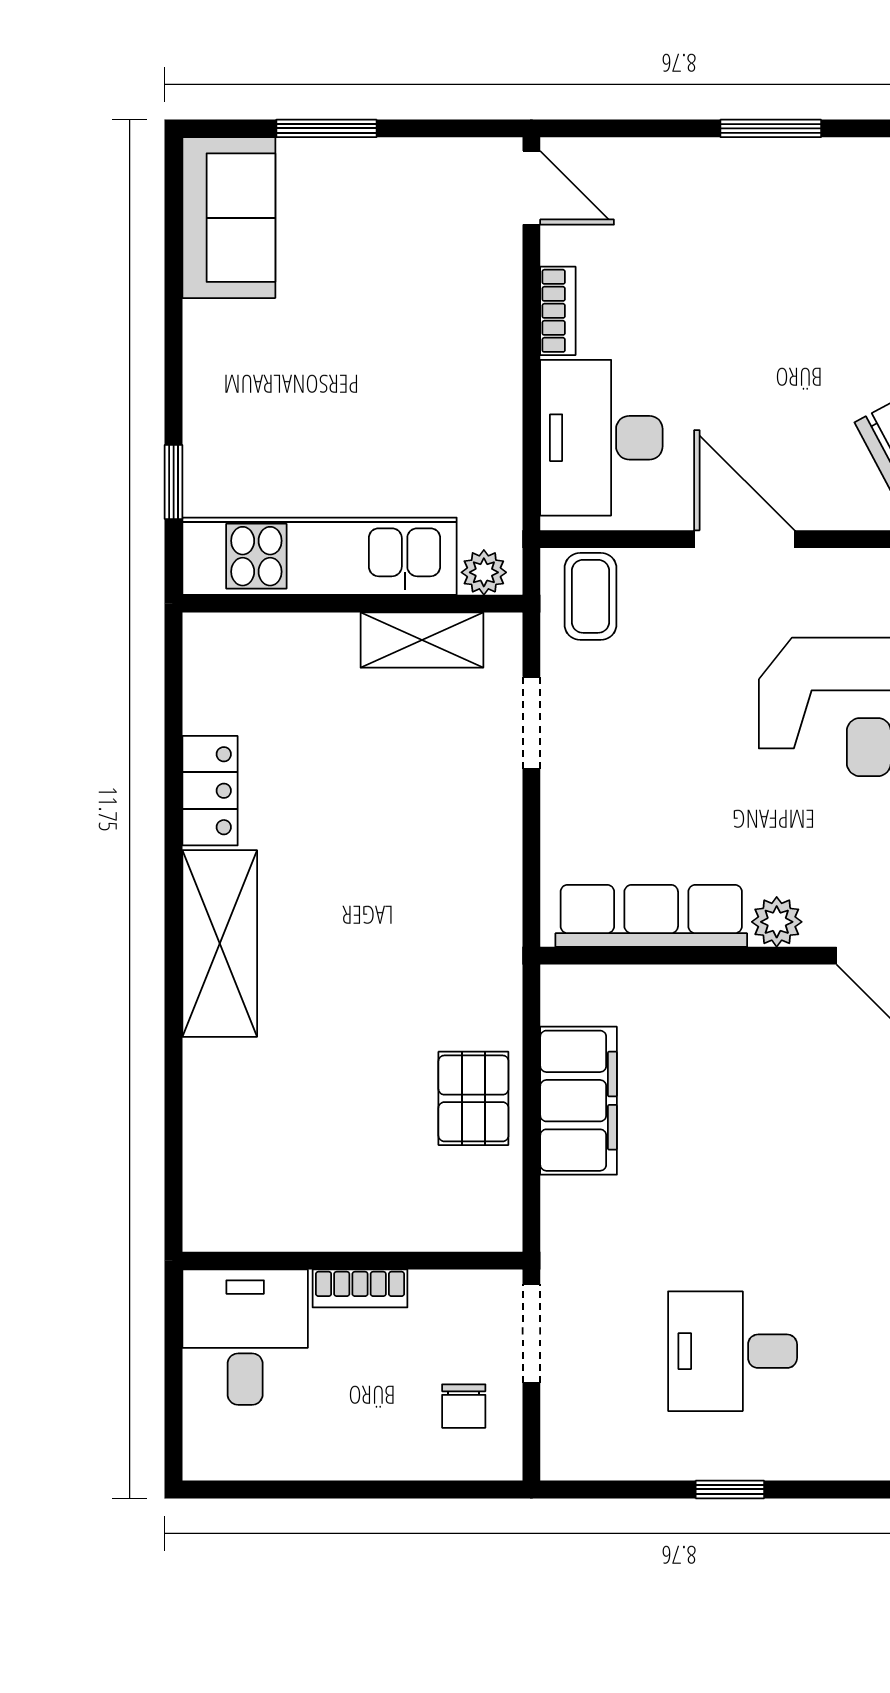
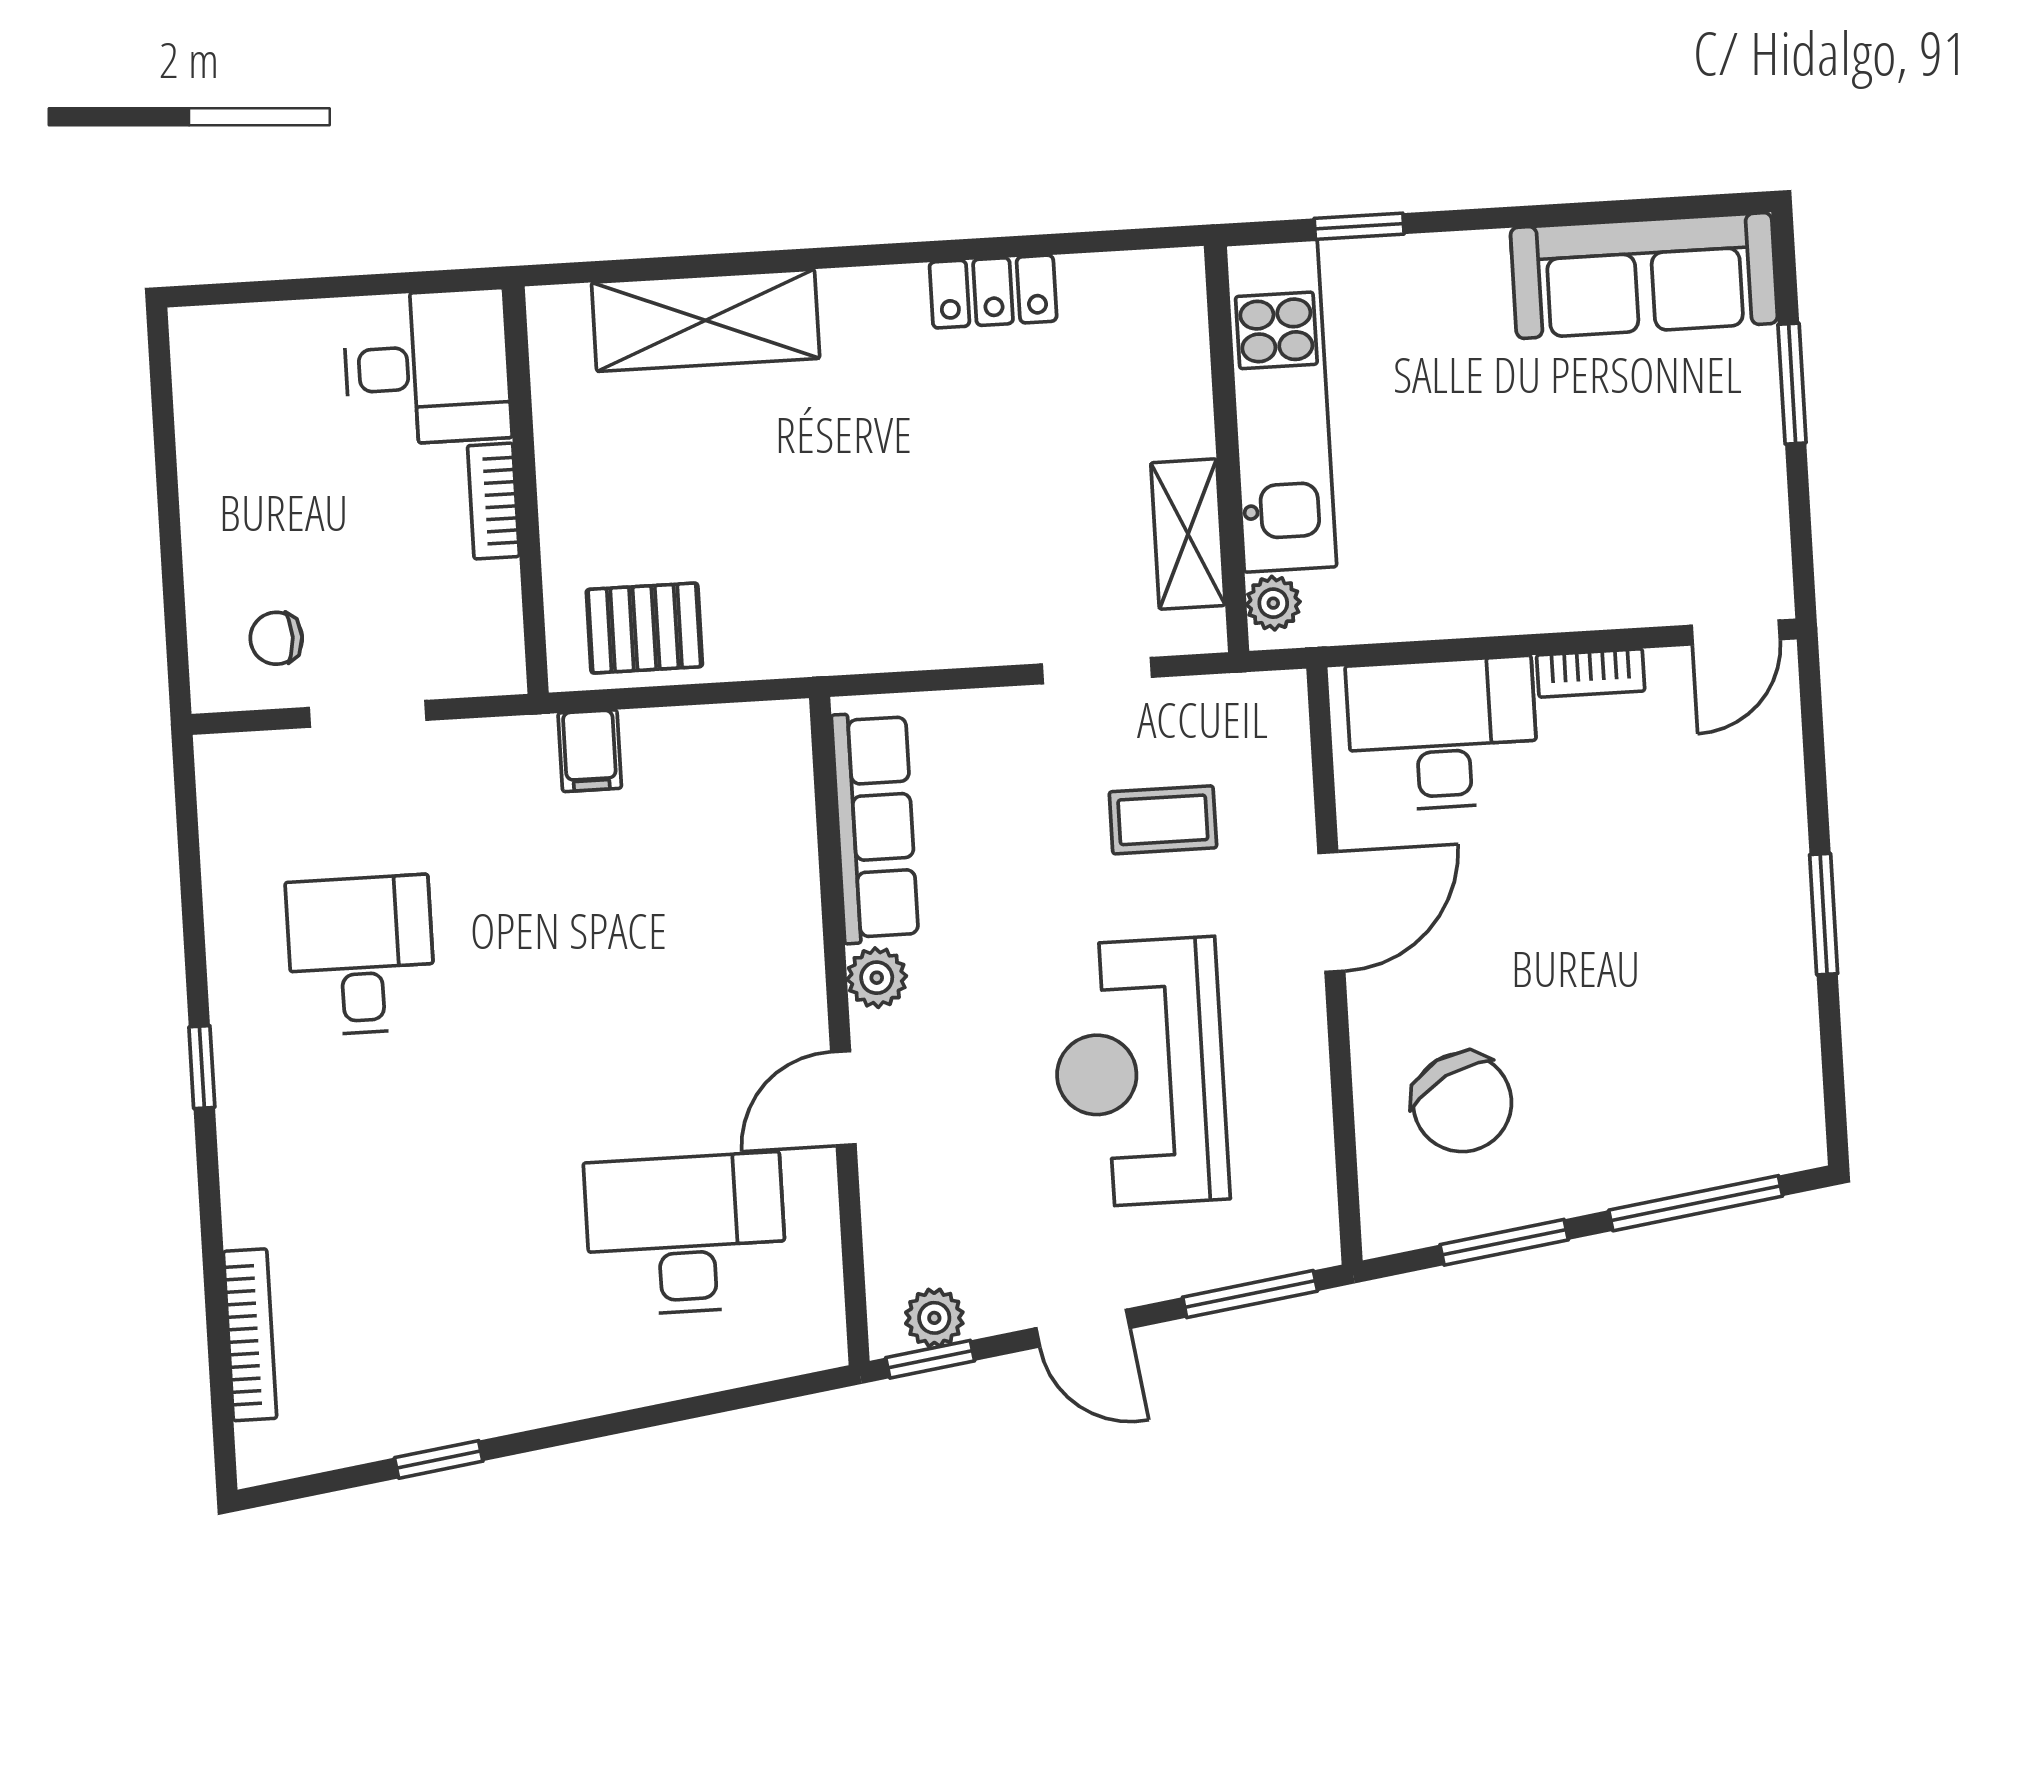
sofa: (229, 218) -> (1644, 276), width x1.36
coffee table: (591, 596) -> (1163, 820), moved
shelving: (220, 944) -> (706, 320), moved
filing cabinet: (579, 1101) -> (590, 751), width x0.33, depth x0.86
wall: (352, 1261) -> (526, 490), moved
bookcase: (360, 1288) -> (493, 501), moved
desk: (245, 1337) -> (427, 367), moved
window: (730, 1489) -> (202, 1067), moved

